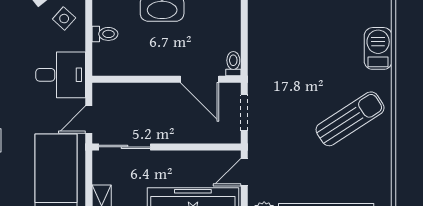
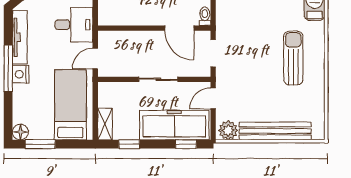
sun lounger: (350, 119) -> (293, 58), turned -57
sliding door: (125, 147) -> (158, 79), moved

